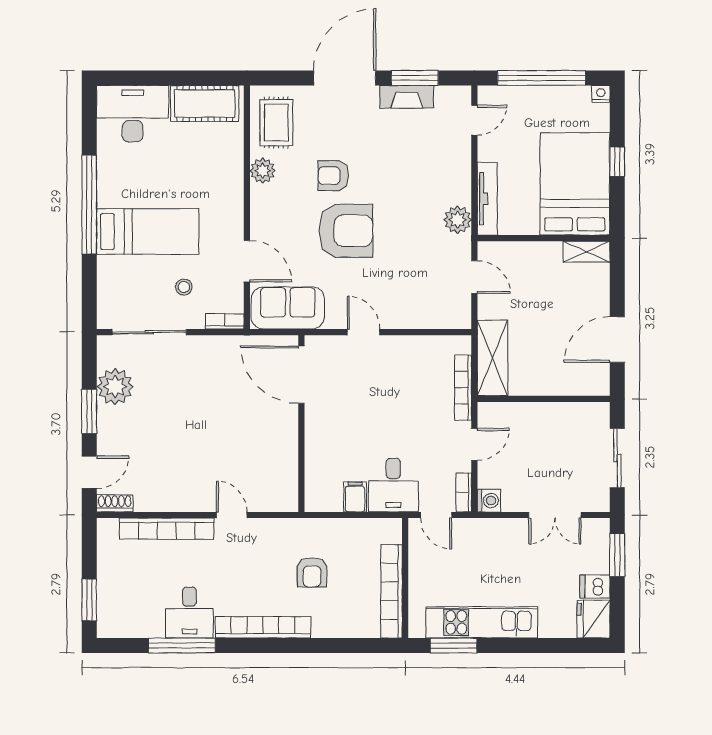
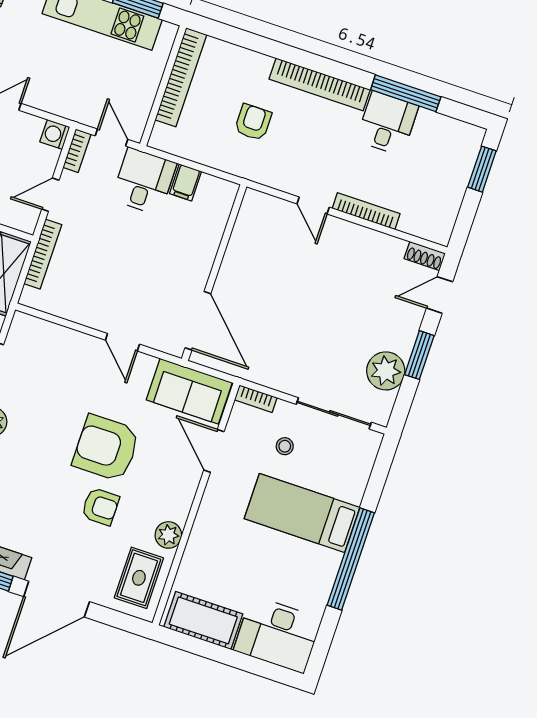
bookcase: (167, 529) -> (366, 211), width x0.68, depth x0.76

